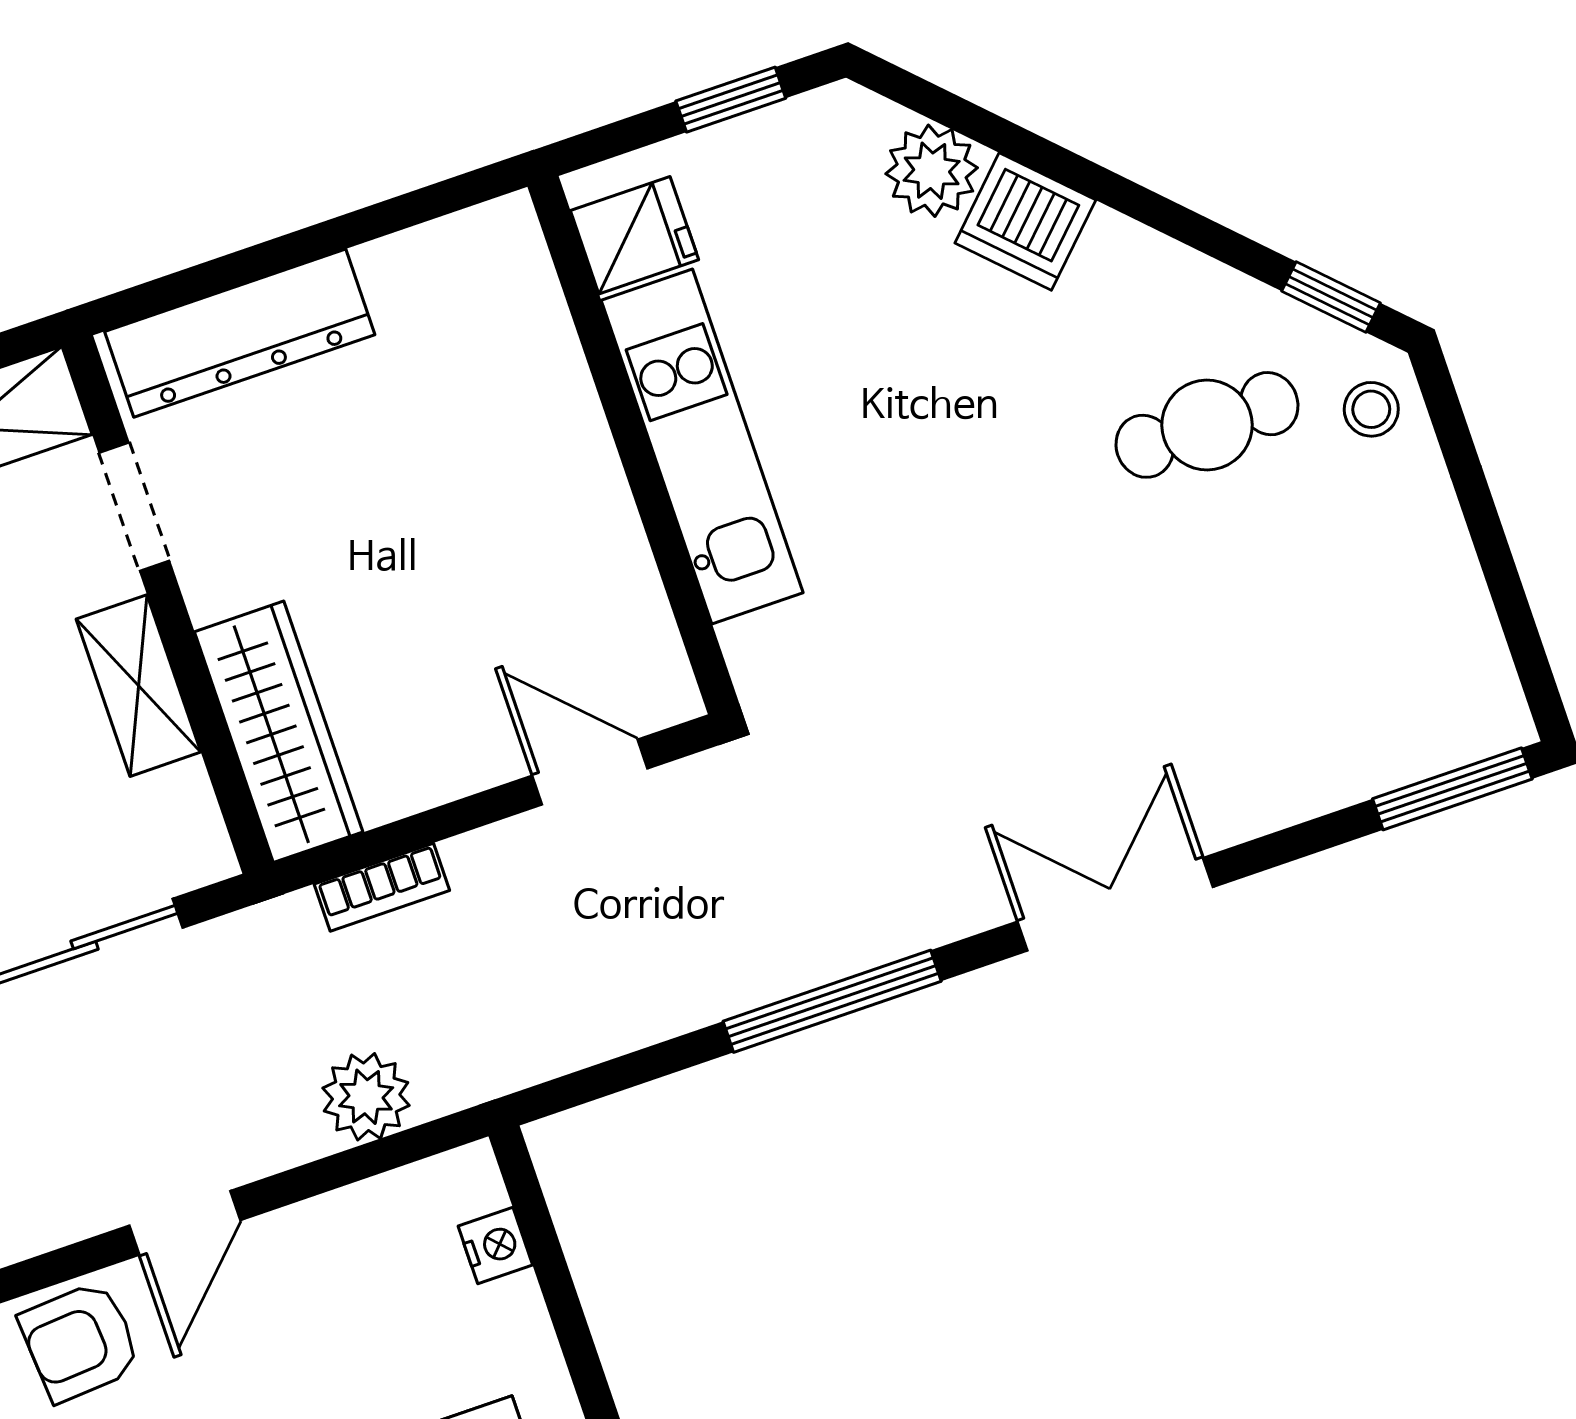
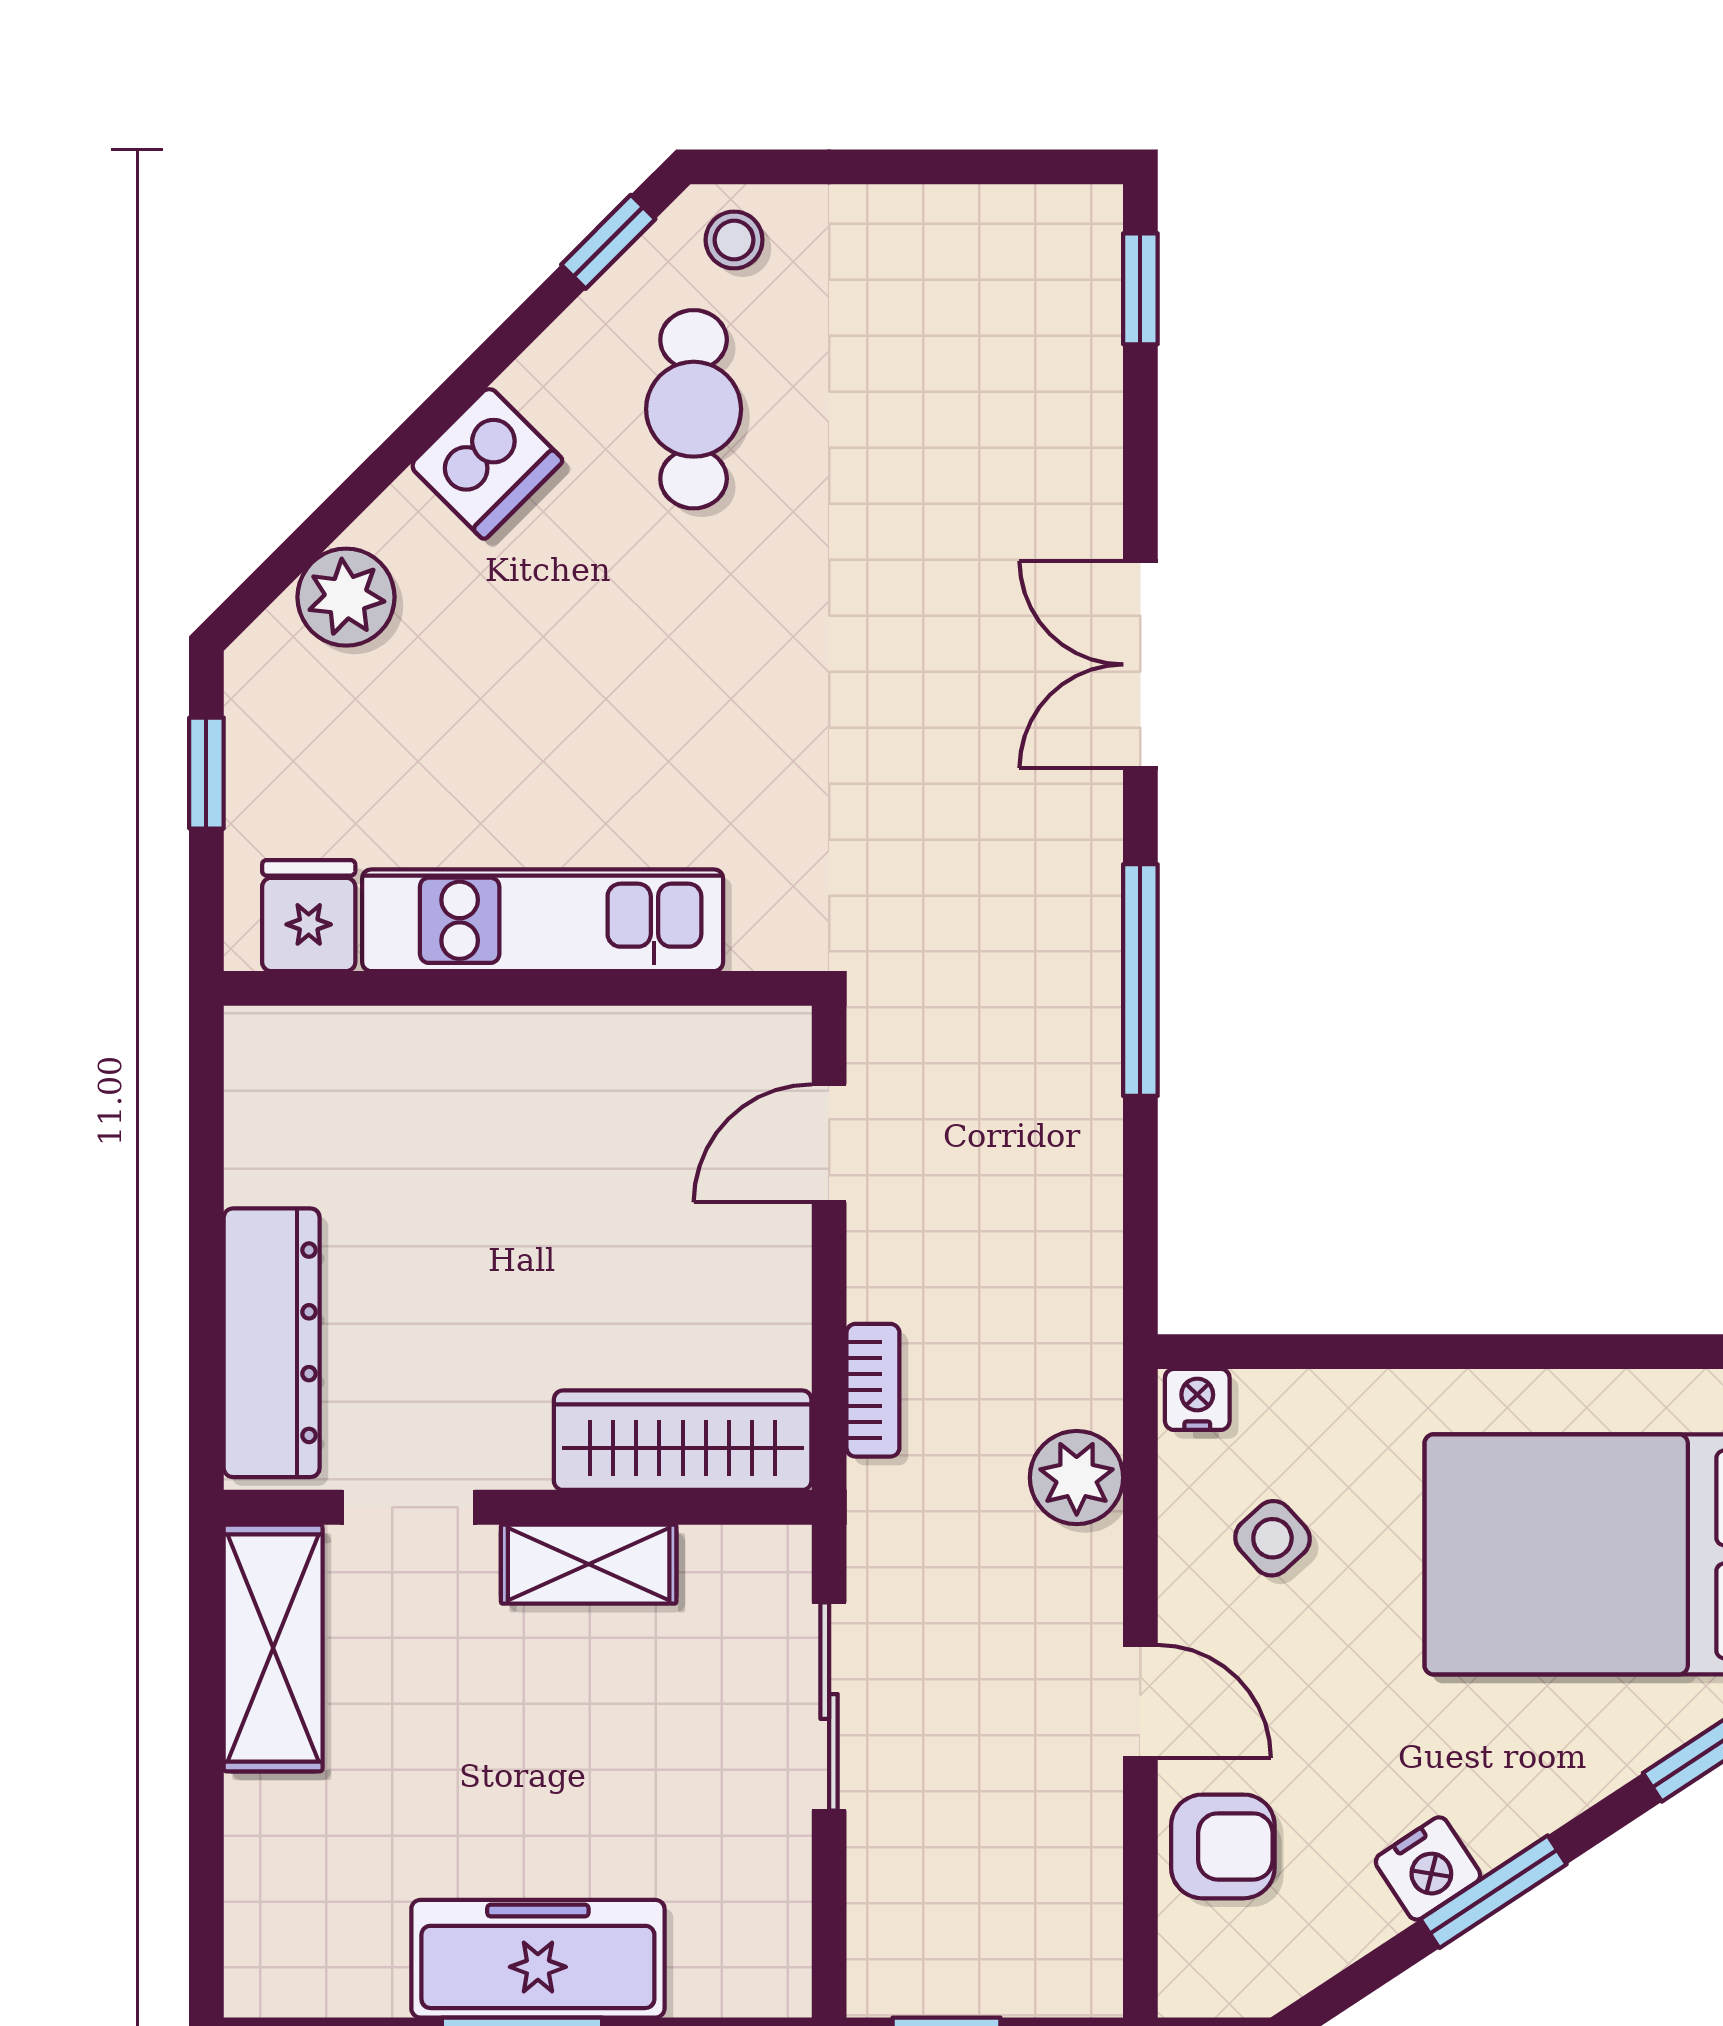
dishwasher: (1025, 222) -> (487, 463), moved
window: (1452, 789) -> (1140, 289), width x0.67
nightstand: (495, 1246) -> (1197, 1399), moved
side table: (372, 1291) -> (1272, 1538), added
armchair: (80, 1341) -> (1223, 1846), turned -86

